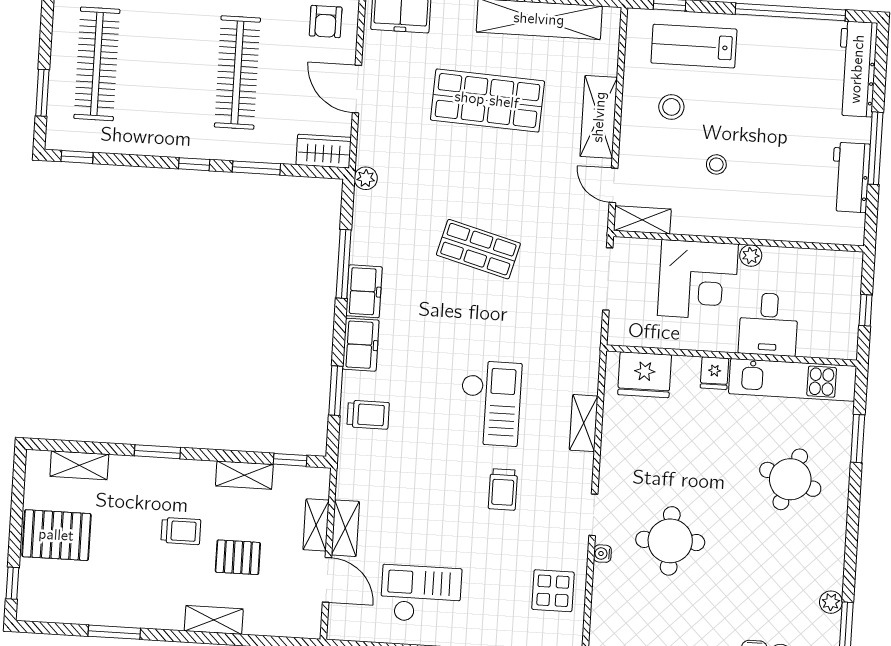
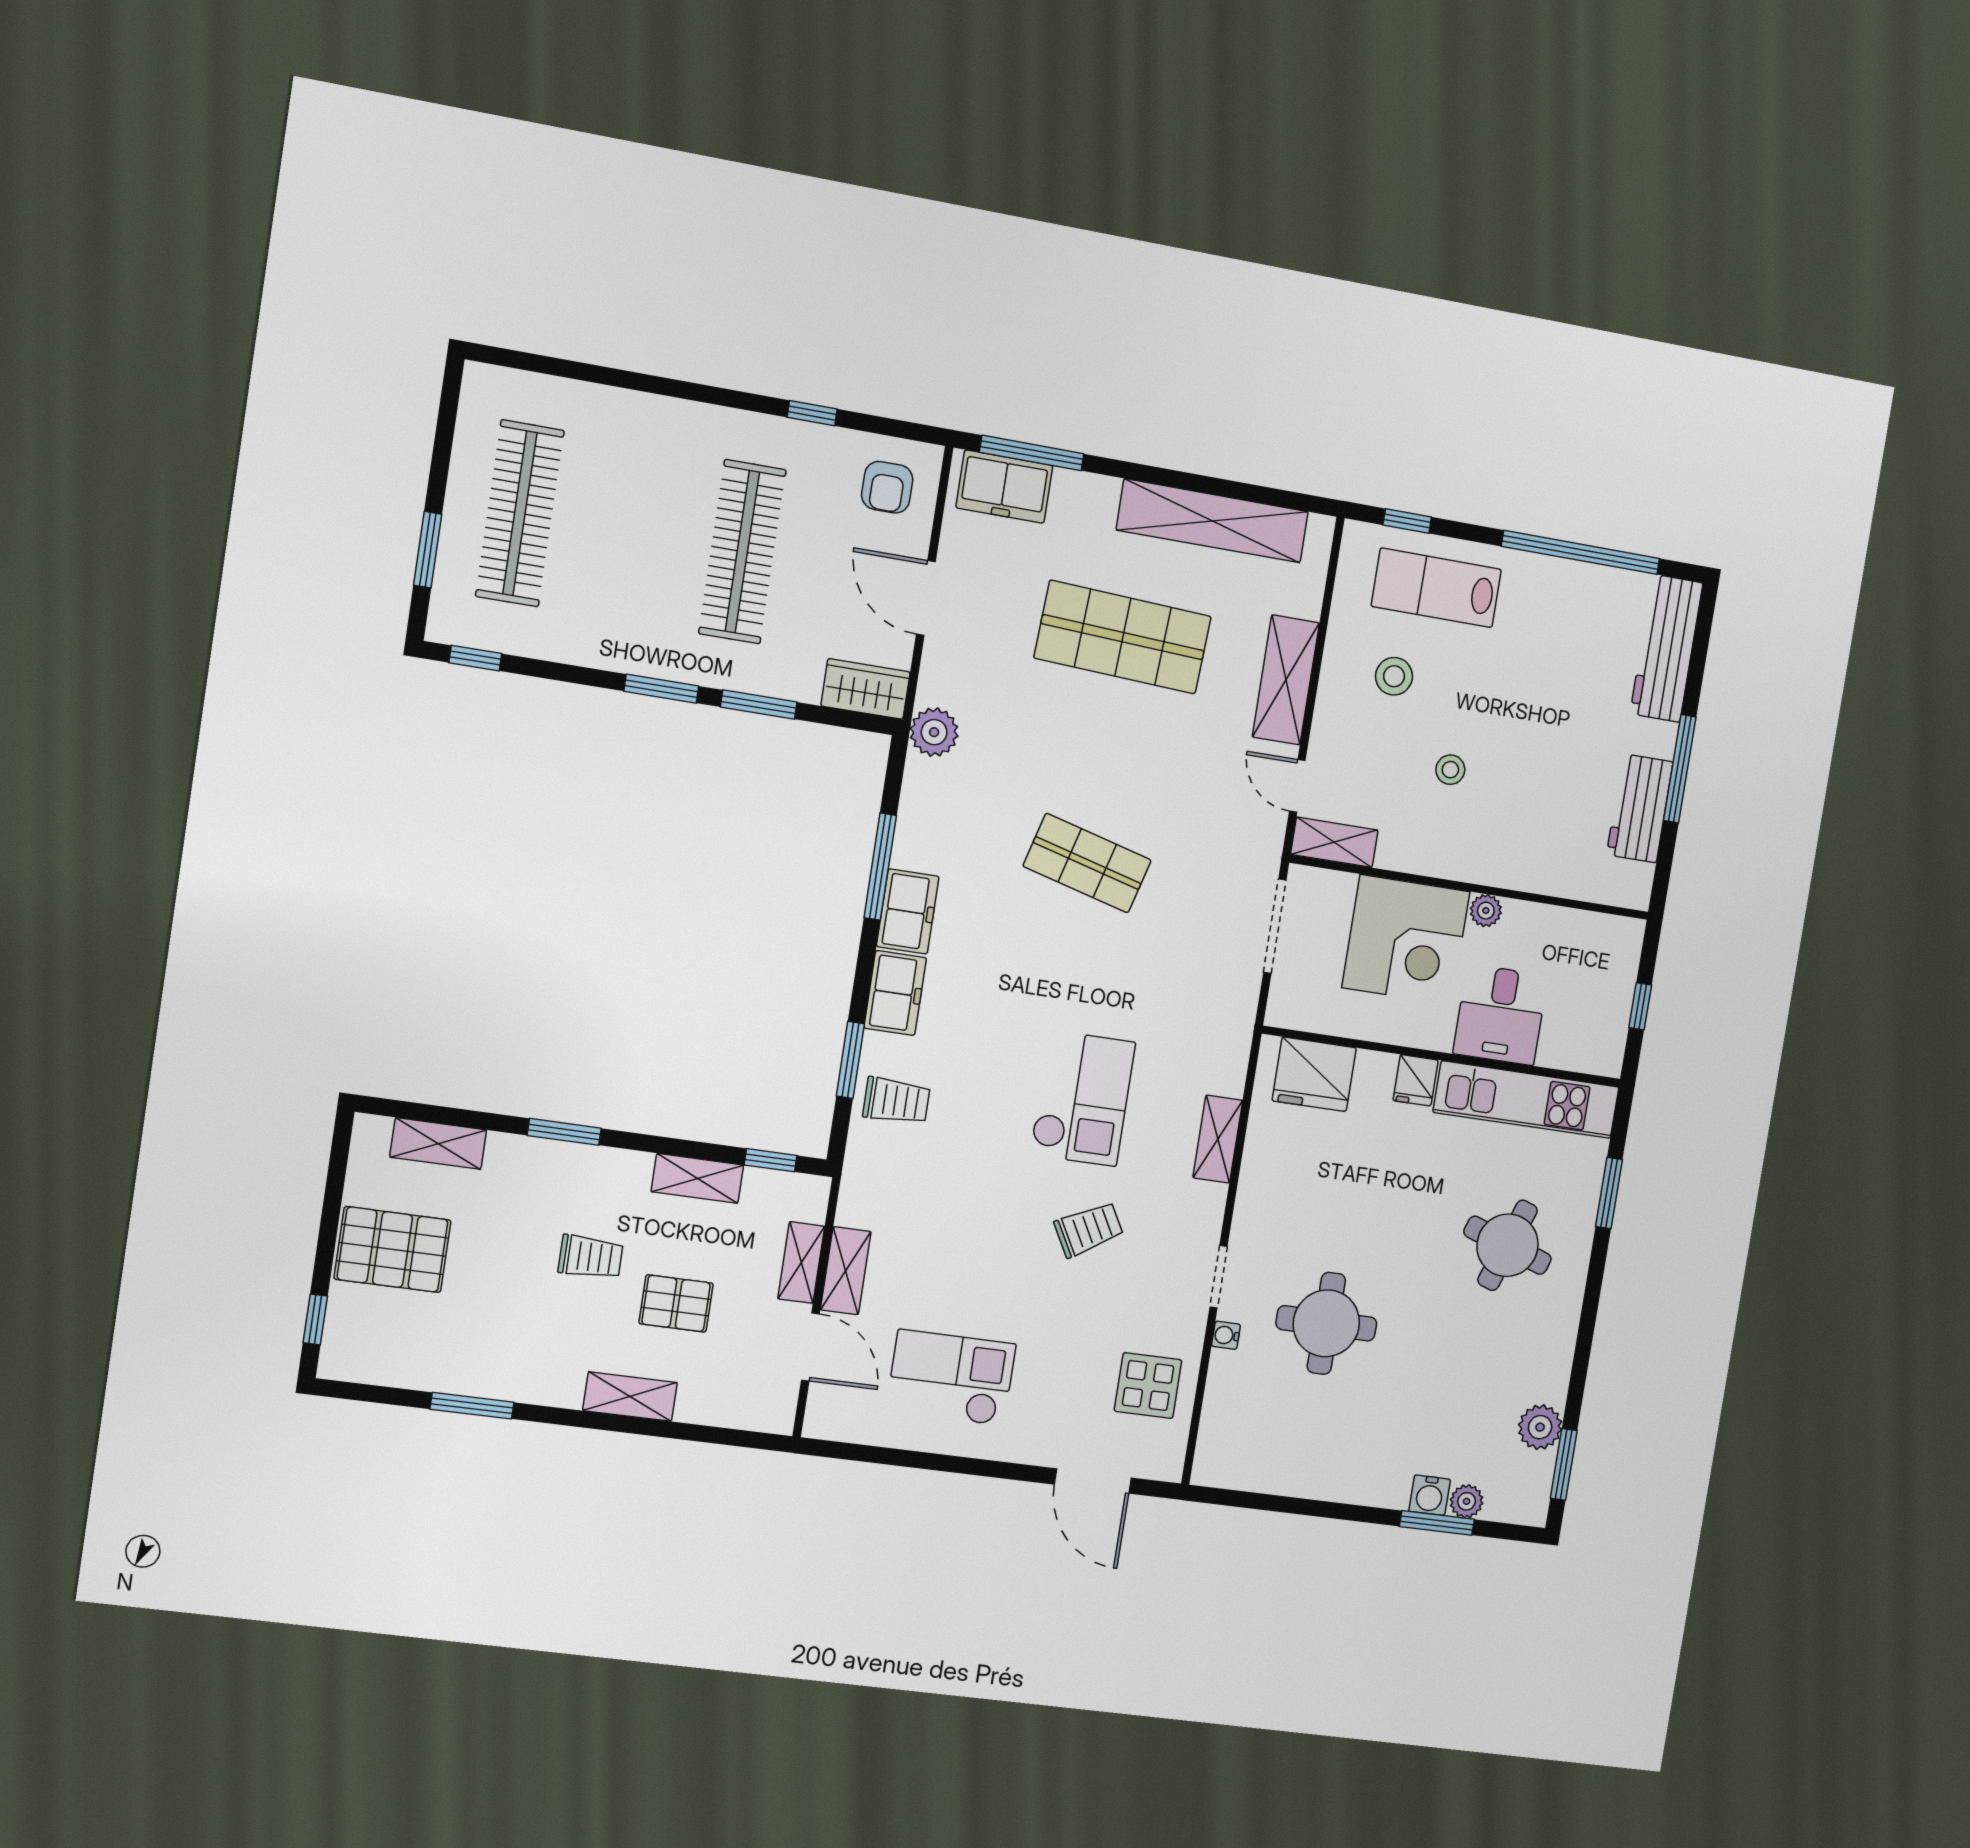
window: (194, 164) -> (661, 689), width x1.50
plant: (366, 178) -> (934, 732), width x1.38, depth x1.38
trolley: (503, 489) -> (1089, 1229), turned -119
plant: (831, 602) -> (1540, 1427), width x1.38, depth x1.38

